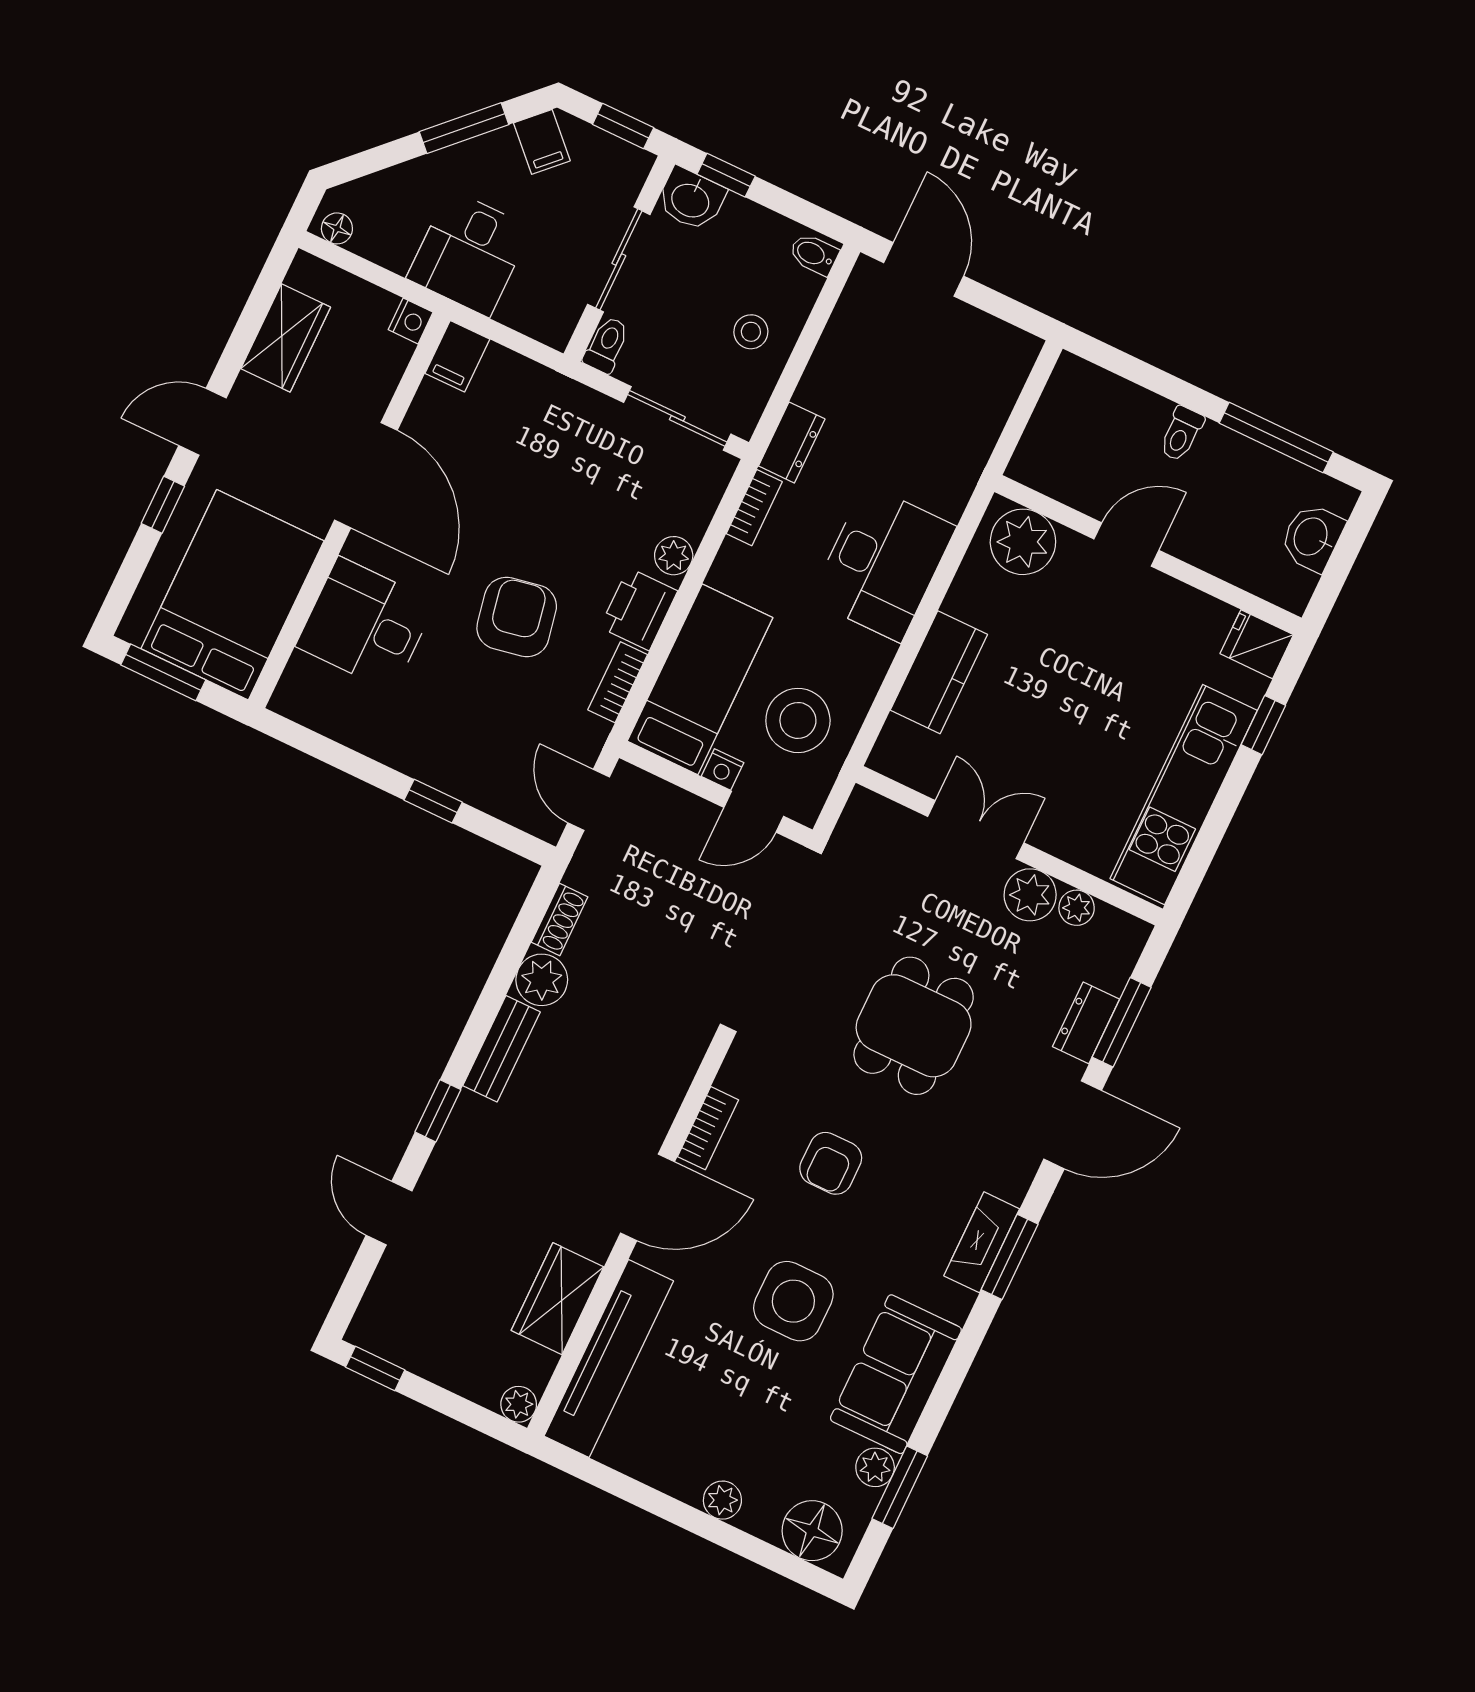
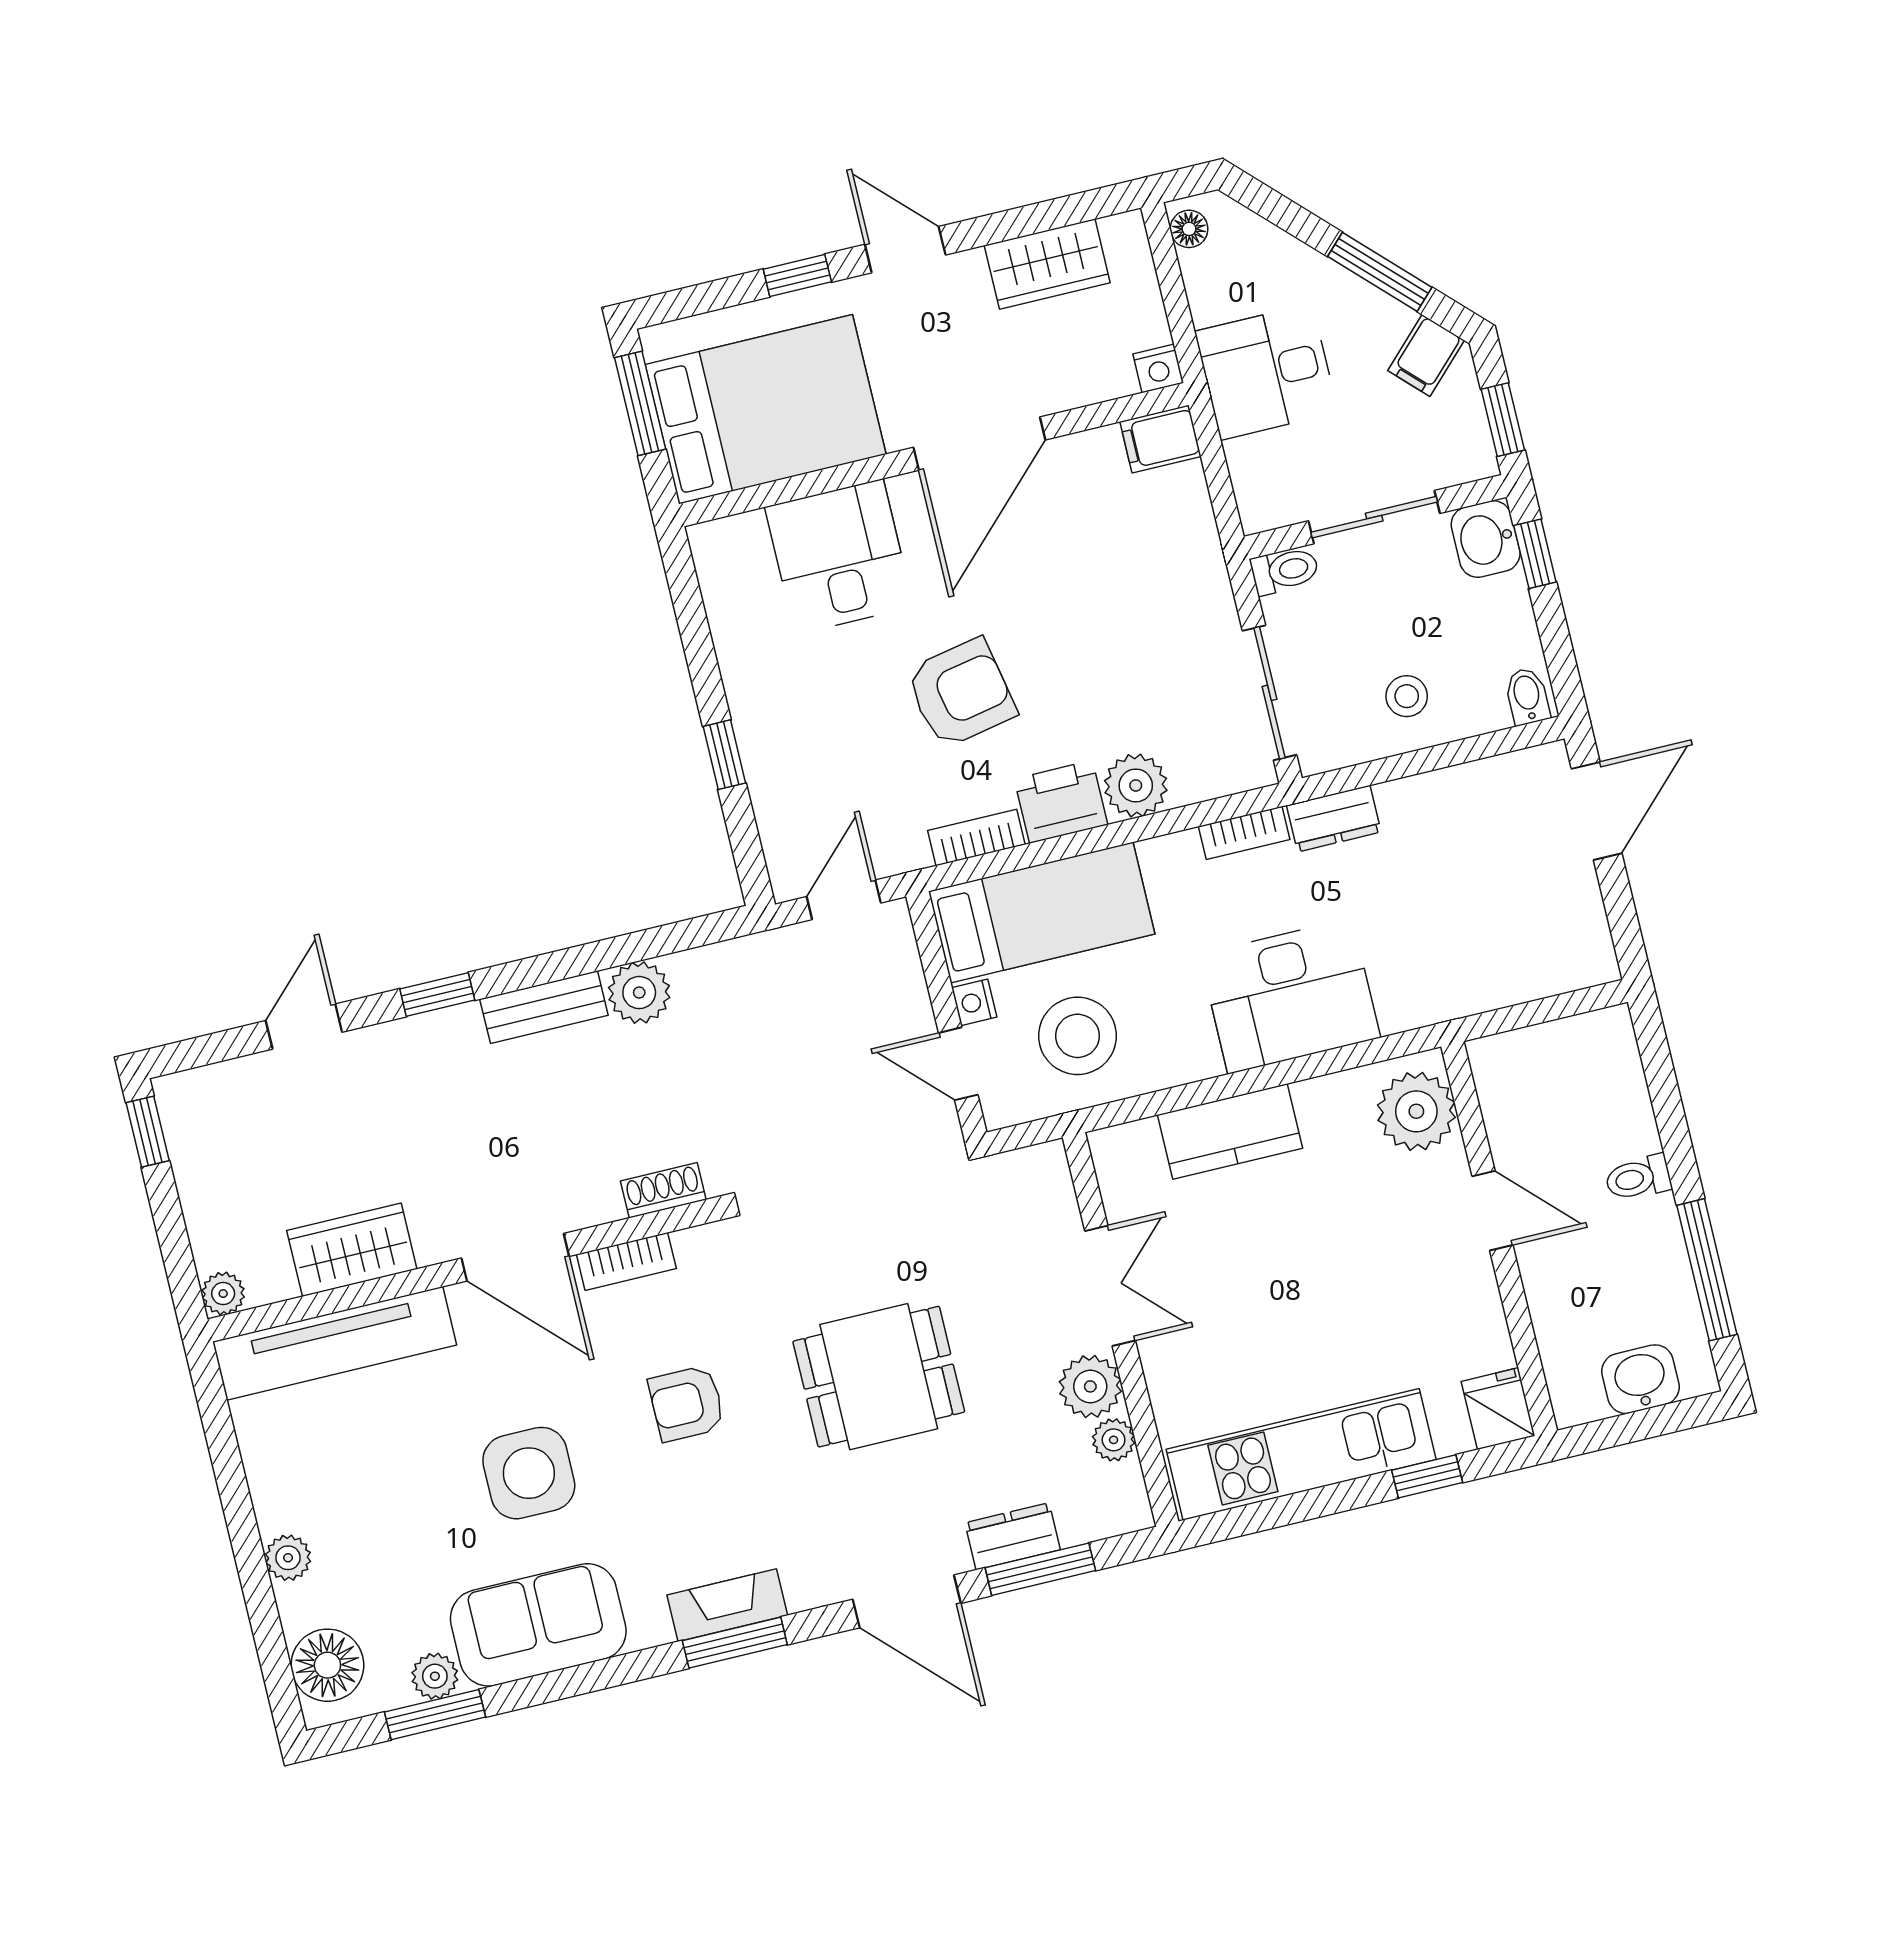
plant: (674, 556) -> (1136, 785), width x1.38, depth x1.38
shoe rack: (560, 919) -> (663, 1190), moved, turned 180

